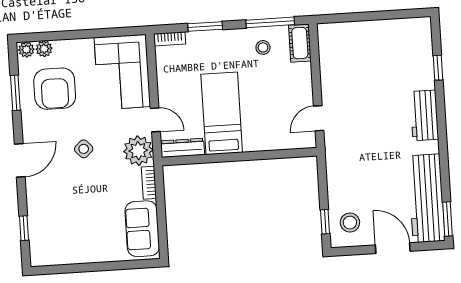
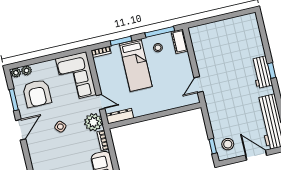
window: (438, 68) -> (272, 71), moved
bed: (222, 113) -> (136, 65), moved, turned 180
door: (20, 160) -> (21, 130), moved

